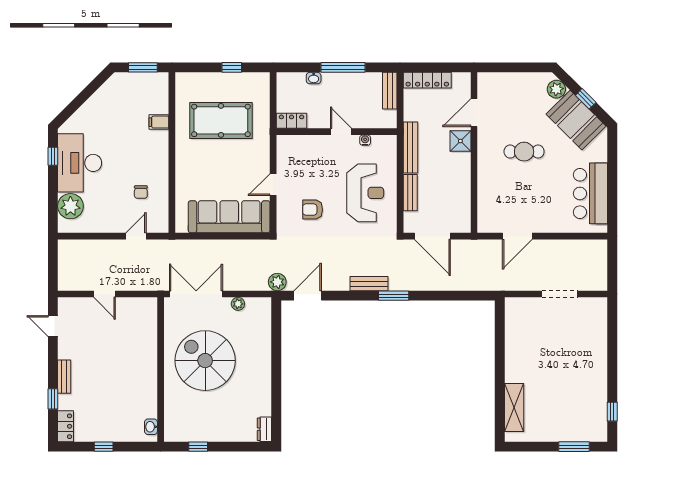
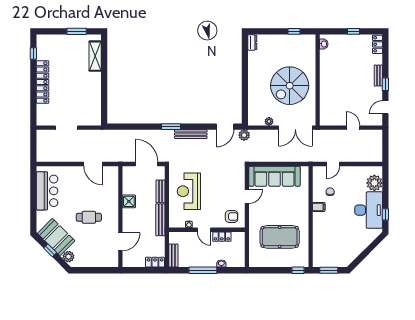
window: (232, 67) -> (298, 270), moved
locker: (427, 80) -> (155, 262), width x0.66
locker: (292, 121) -> (222, 237), moved
filing cabinet: (159, 122) -> (319, 207), moved
shower: (460, 141) -> (129, 201), moved
armchair: (313, 210) -> (232, 216), moved
door: (517, 236) -> (93, 164), swing flipped
bench: (369, 284) -> (191, 134), width x1.36
door: (53, 326) -> (385, 107), swing flipped
spiral stairs: (205, 361) -> (290, 86), turned 90
locker: (598, 366) -> (43, 82), added
window: (53, 399) -> (385, 84), moved
window: (574, 447) -> (77, 31), moved

